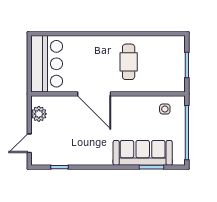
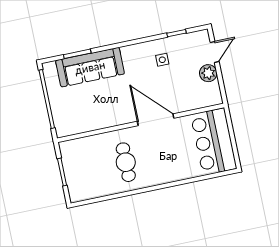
side table: (165, 109) -> (162, 60), moved
plant: (39, 114) -> (208, 73), moved

